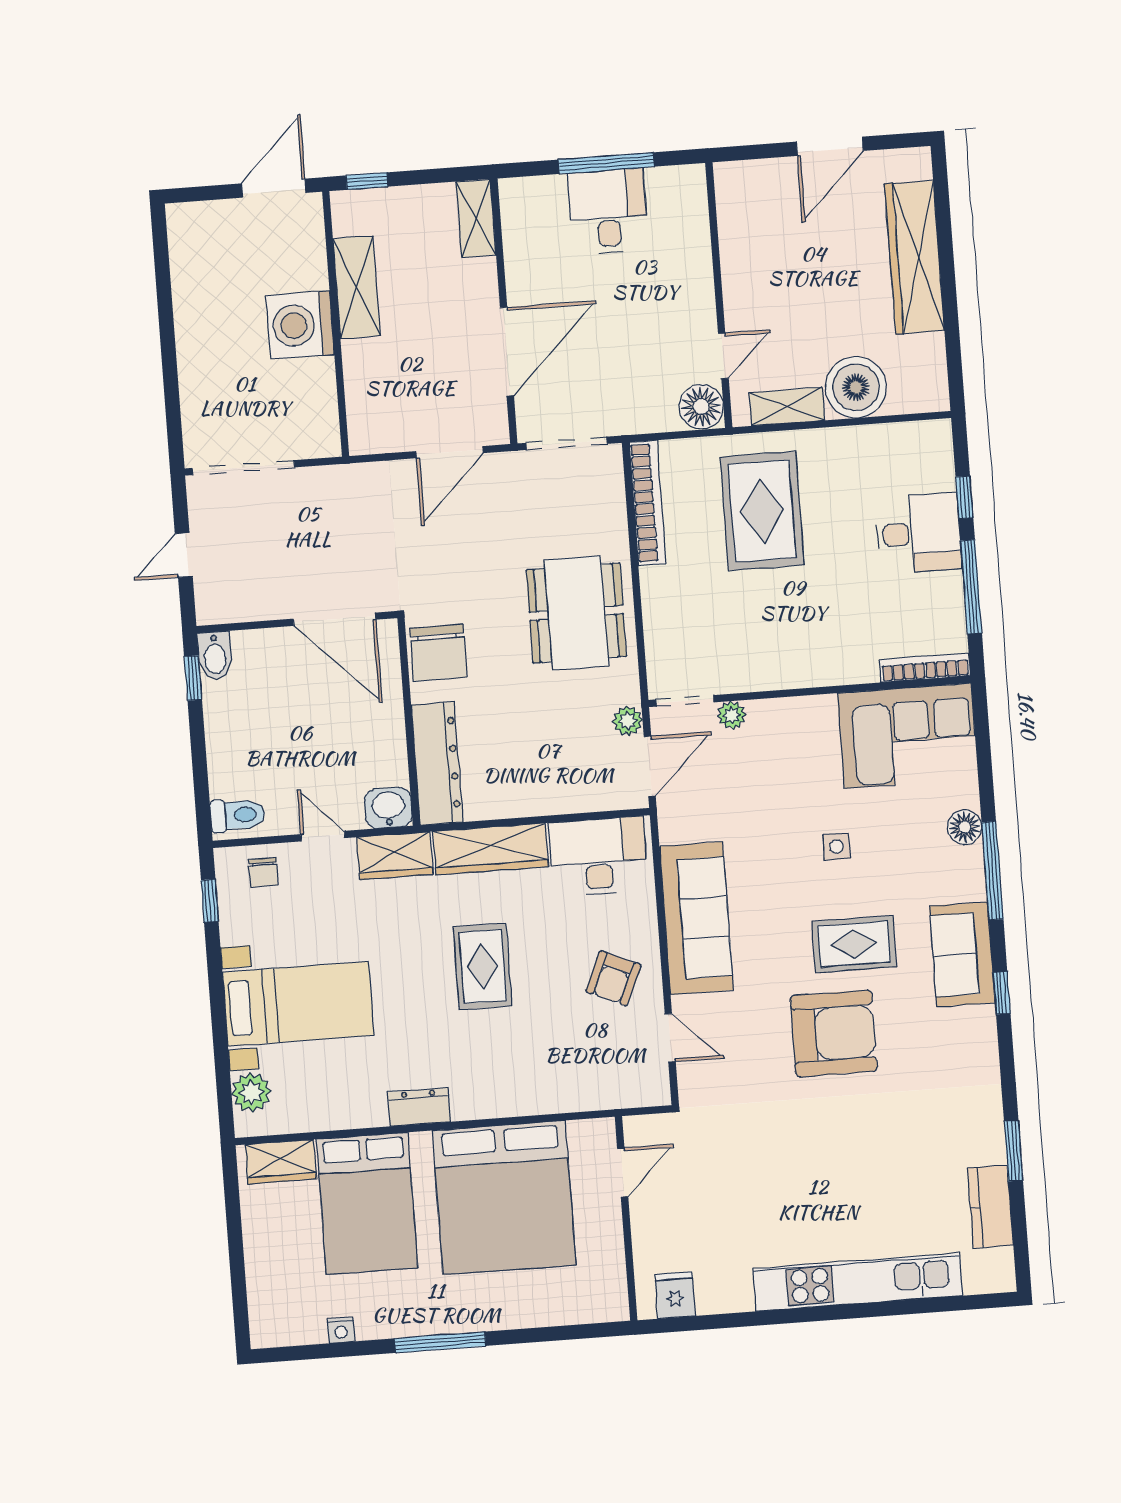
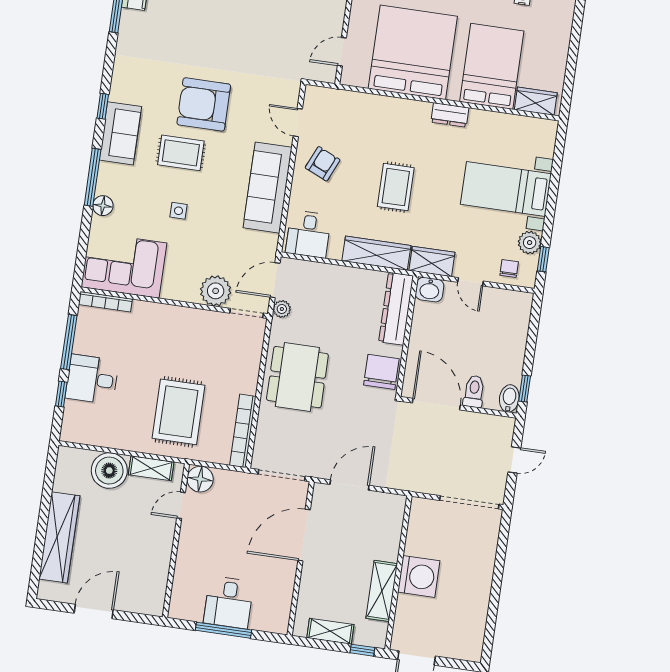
shelving: (476, 218) -> (330, 631), moved, turned 90
plant: (732, 715) -> (216, 291), width x1.87, depth x1.87
toilet: (238, 815) -> (474, 391), moved, turned 90
desk: (598, 857) -> (308, 234), width x0.73
plant: (251, 1092) -> (530, 243), moved

